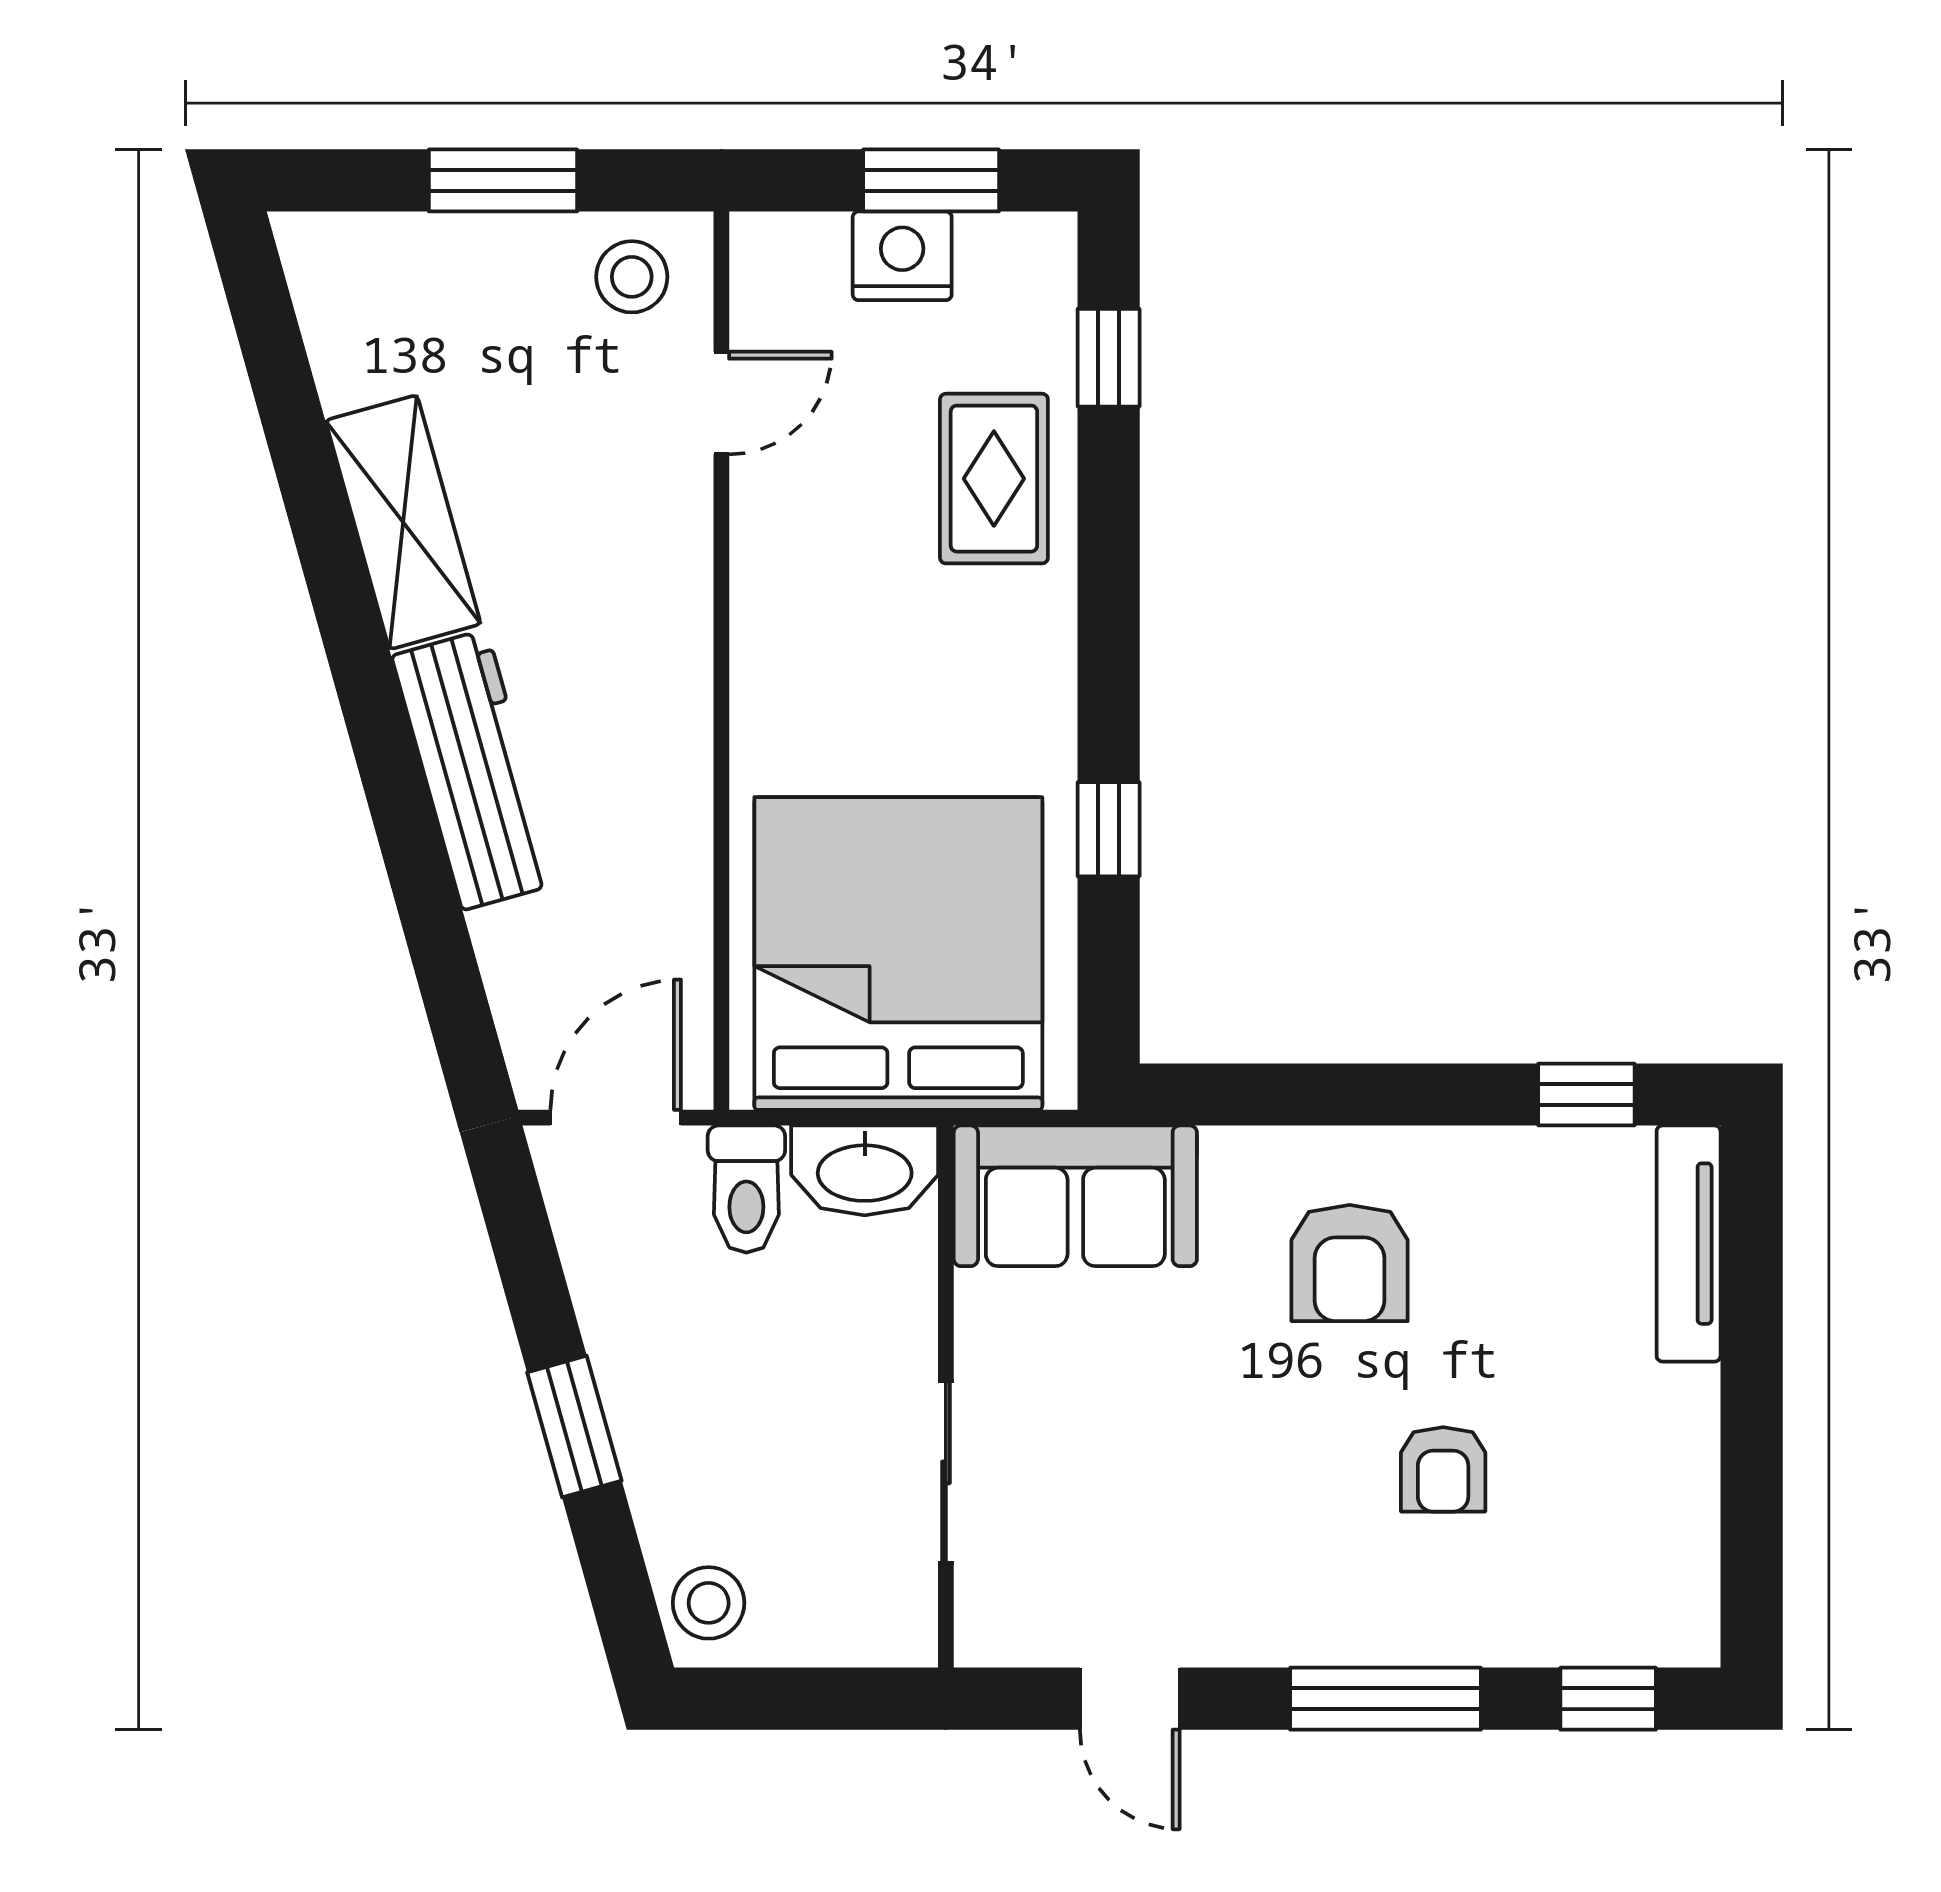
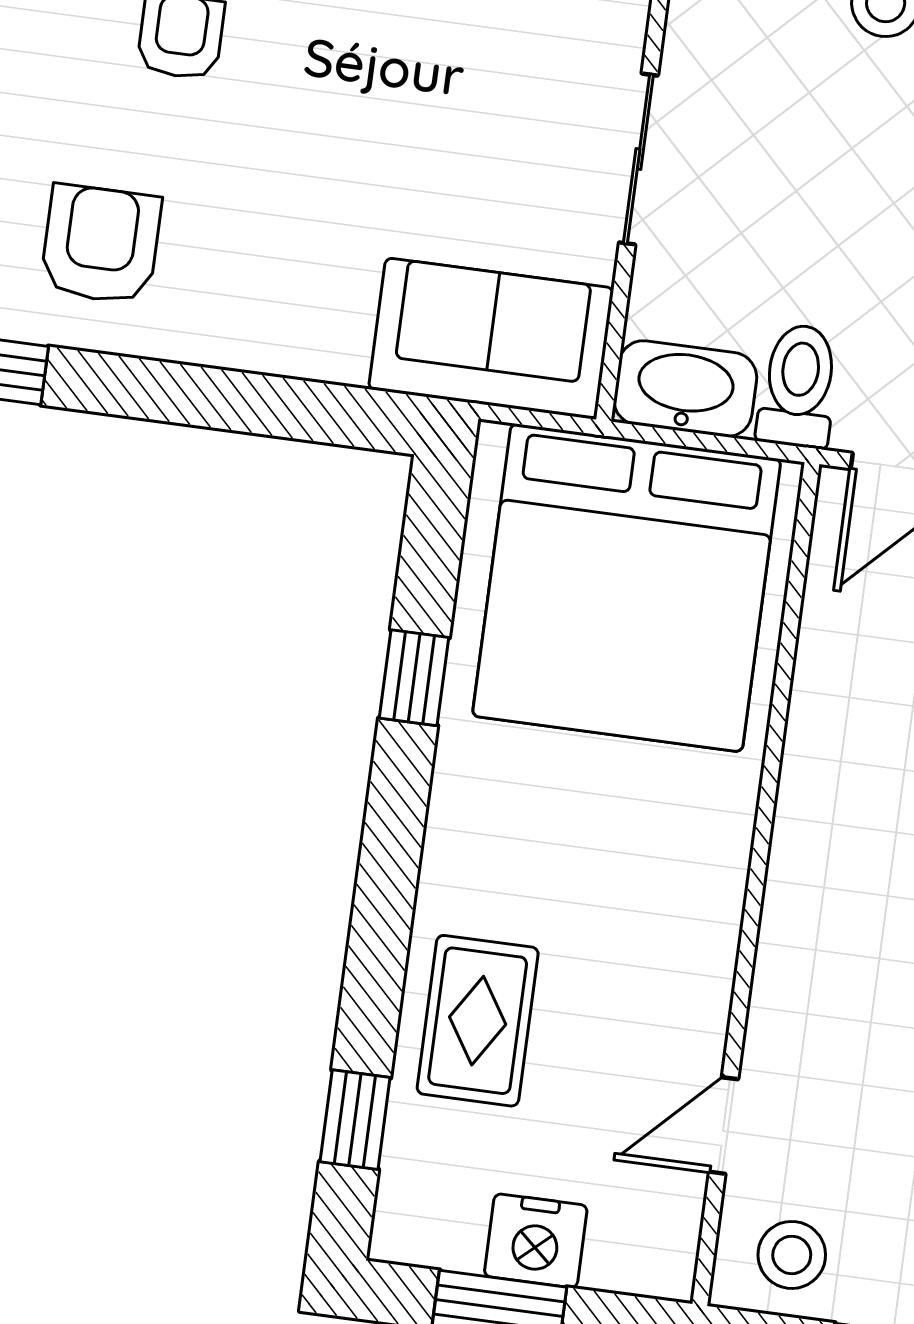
armchair: (1350, 1263) -> (101, 244), moved
sliding door: (946, 1472) -> (638, 159), moved

